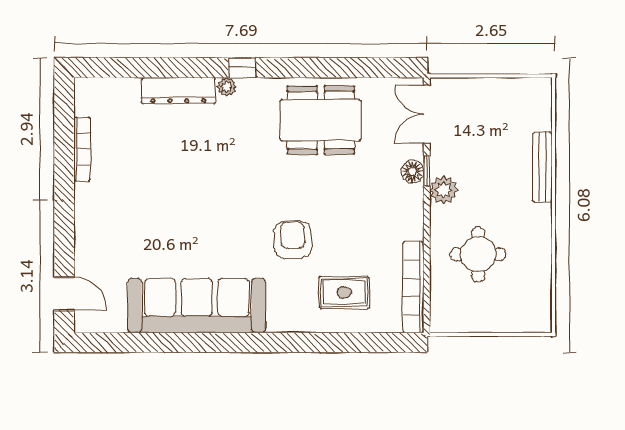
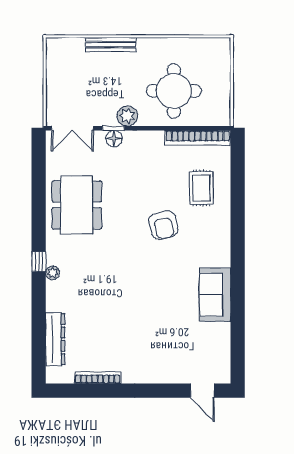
dresser: (178, 90) -> (55, 339), moved
armchair: (293, 240) -> (163, 225), turned -101
round table: (478, 254) -> (174, 91), width x1.36, depth x1.36
door: (64, 294) -> (202, 391), swing flipped
sofa: (197, 306) -> (215, 295), width x0.54, depth x0.79

